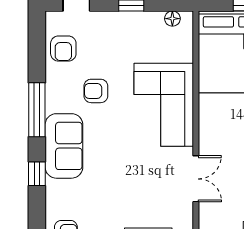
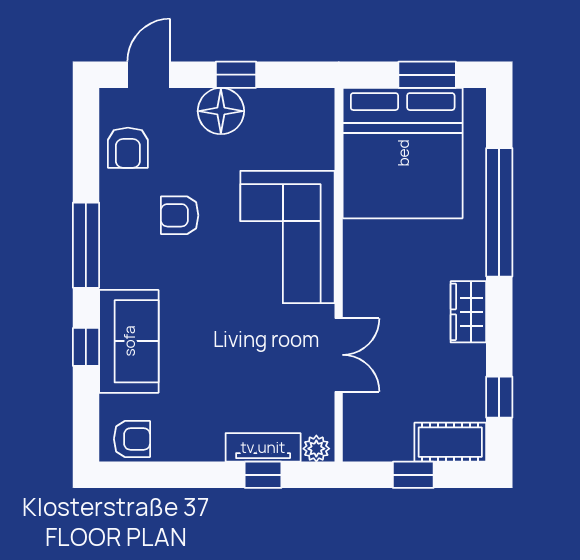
floor lamp: (172, 19) -> (221, 111), moved, width x1.89, depth x1.89
sofa: (64, 146) -> (129, 341), moved

